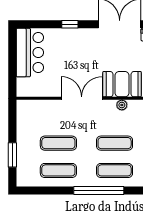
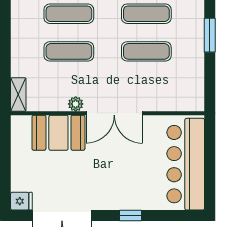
bar counter: (30, 53) -> (186, 164), width x1.36
plant: (122, 105) -> (76, 104), moved

